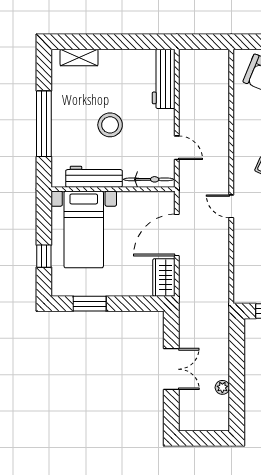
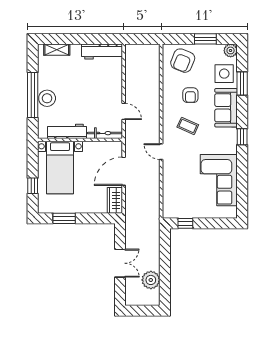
workbench: (164, 79) -> (102, 51), moved, turned -90
stool: (110, 125) -> (47, 98), moved
plant: (222, 387) -> (151, 280), width x1.88, depth x1.88

